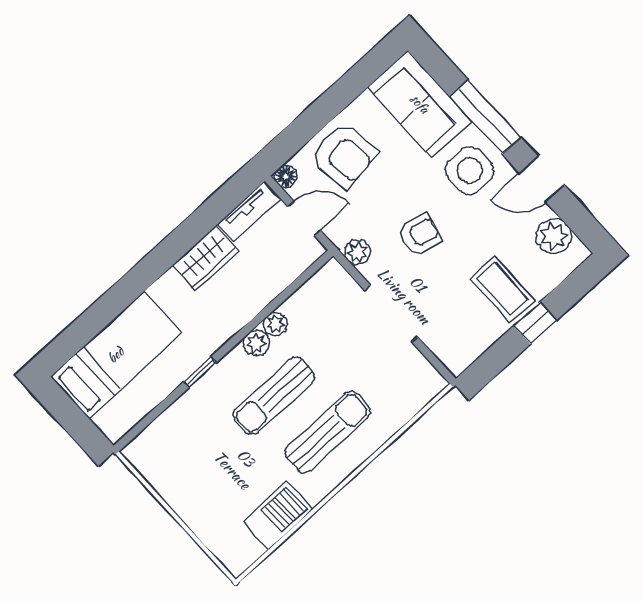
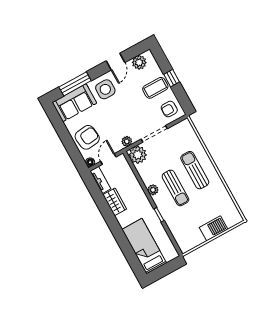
window: (485, 117) -> (75, 84), moved
armchair: (420, 234) -> (169, 109), moved, turned -103
plant: (275, 324) -> (138, 155), moved, width x1.88, depth x1.88
barbecue: (278, 515) -> (214, 228), moved, turned 90

